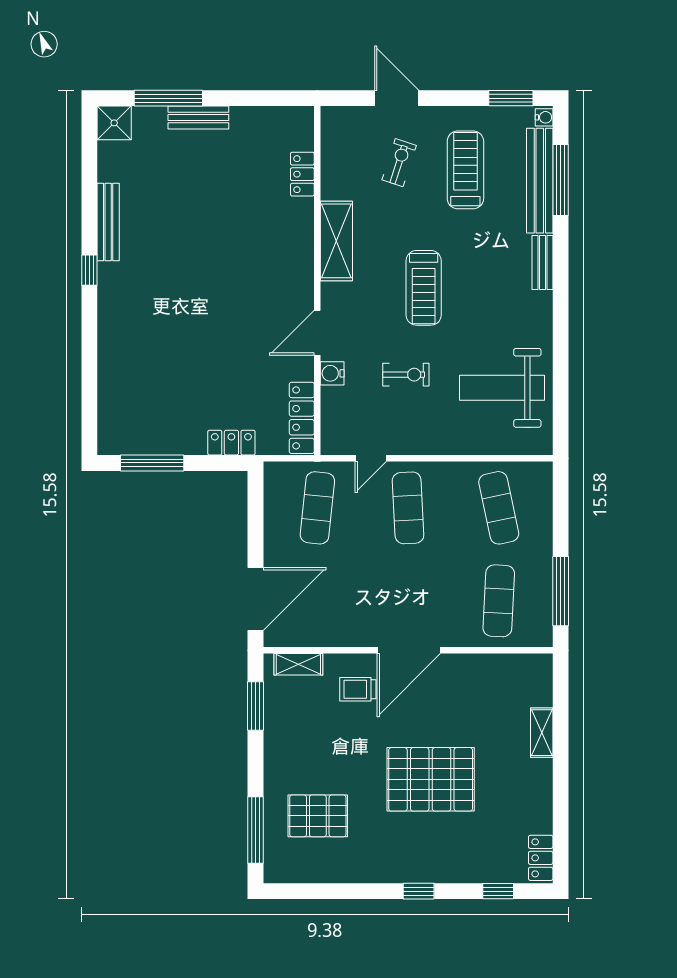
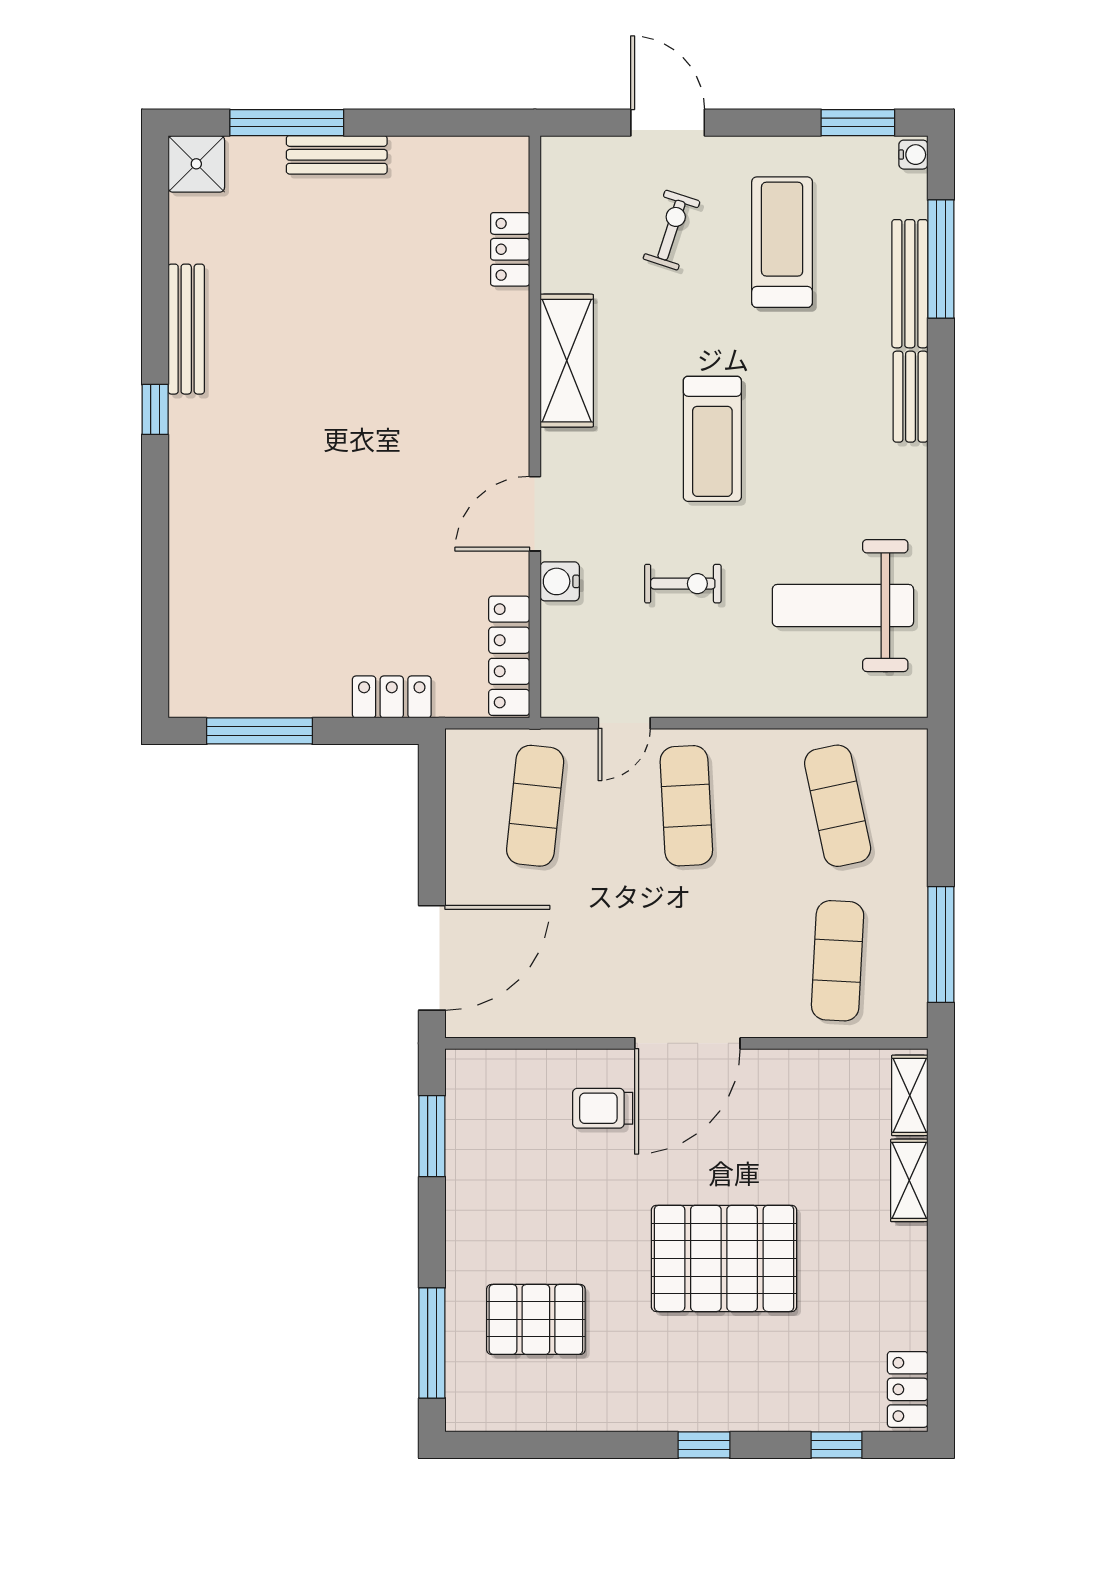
bench: (540, 181) -> (910, 284), width x0.73, depth x0.82
shelving: (298, 664) -> (910, 1095), moved, turned 90

